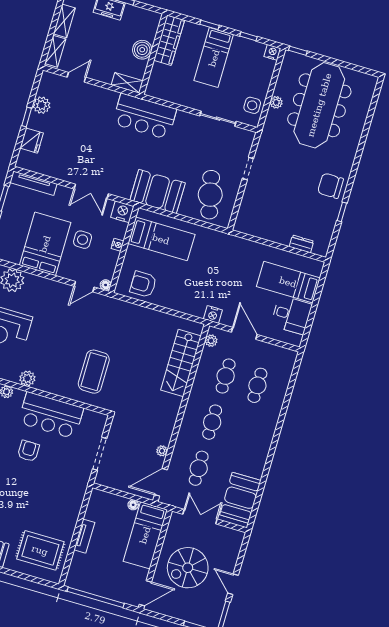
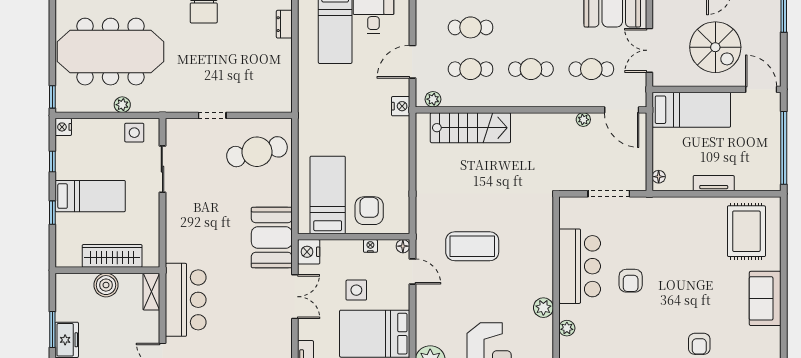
wardrobe: (169, 40) -> (112, 256), moved
bar counter: (145, 116) -> (186, 300), moved
booth: (158, 192) -> (272, 238), moved
nightstand: (118, 245) -> (370, 246), moved
armchair: (143, 284) -> (369, 211), moved, turned 180
coffee table: (94, 372) -> (472, 246), moved
armchair: (28, 451) -> (631, 281), turned -90
floor lamp: (133, 505) -> (659, 177), moved

